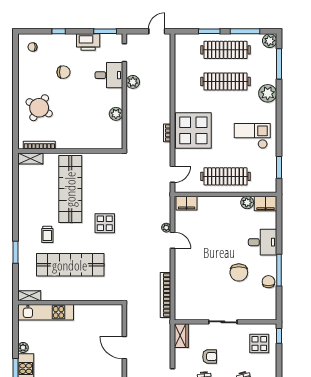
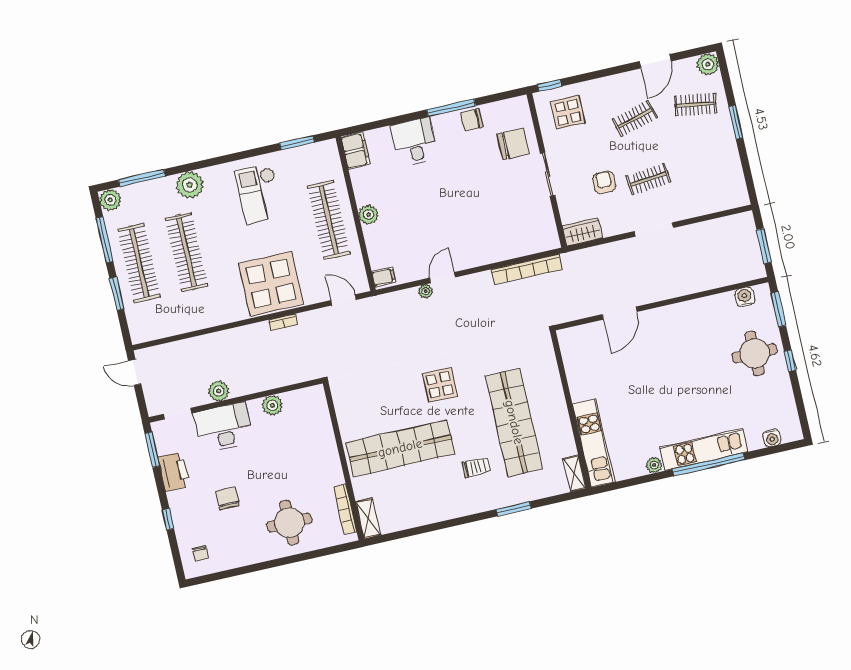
desk: (109, 75) -> (224, 428), width x1.37
round table: (39, 108) -> (289, 523), turned -31
plant: (247, 202) -> (369, 215), moved
filing cabinet: (187, 203) -> (384, 277), width x0.50
chair: (239, 272) -> (513, 144), moved

